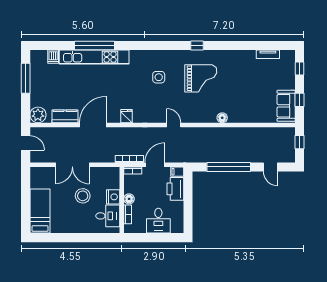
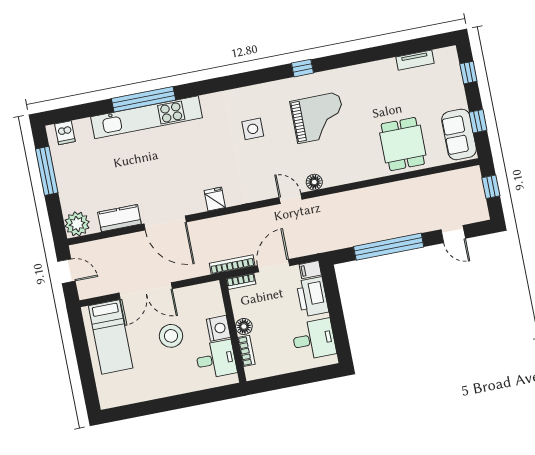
dishwasher: (53, 57) -> (65, 133), moved
dining table: (250, 105) -> (403, 144), added
floor lamp: (222, 118) -> (314, 182), moved
door: (93, 125) -> (165, 223), swing flipped
bed: (40, 211) -> (111, 337), moved, turned 180
desk: (158, 221) -> (314, 339), moved, turned -90

